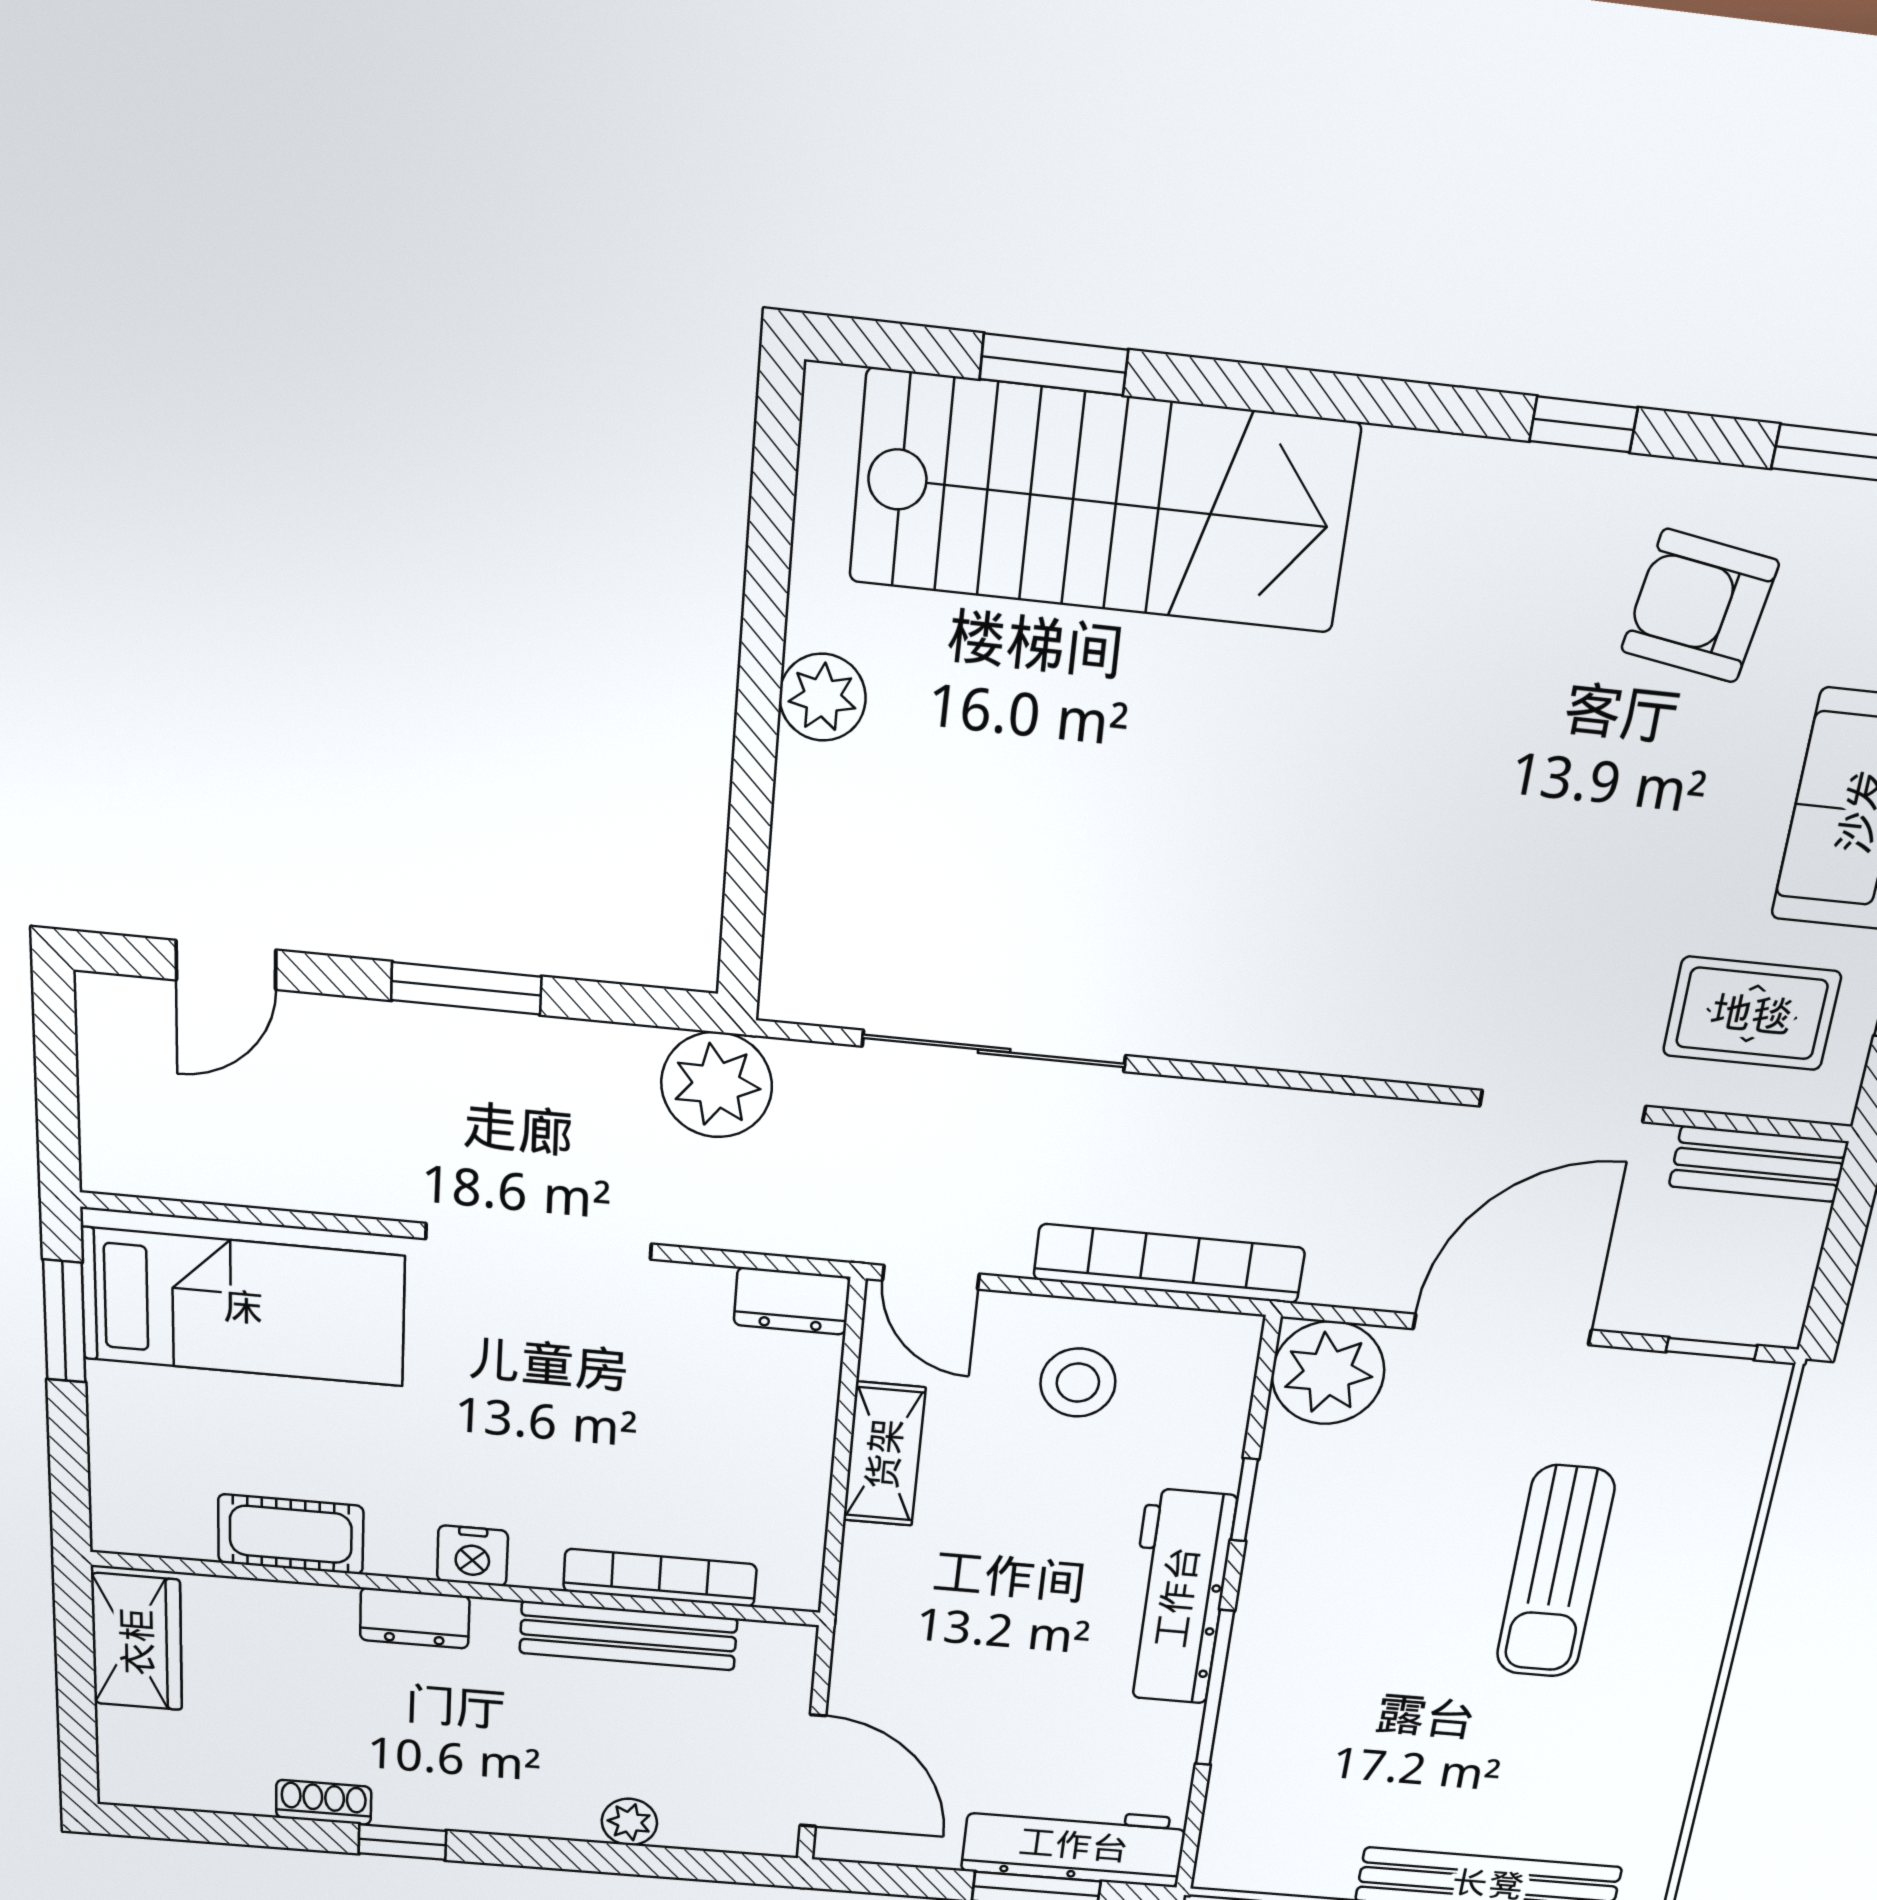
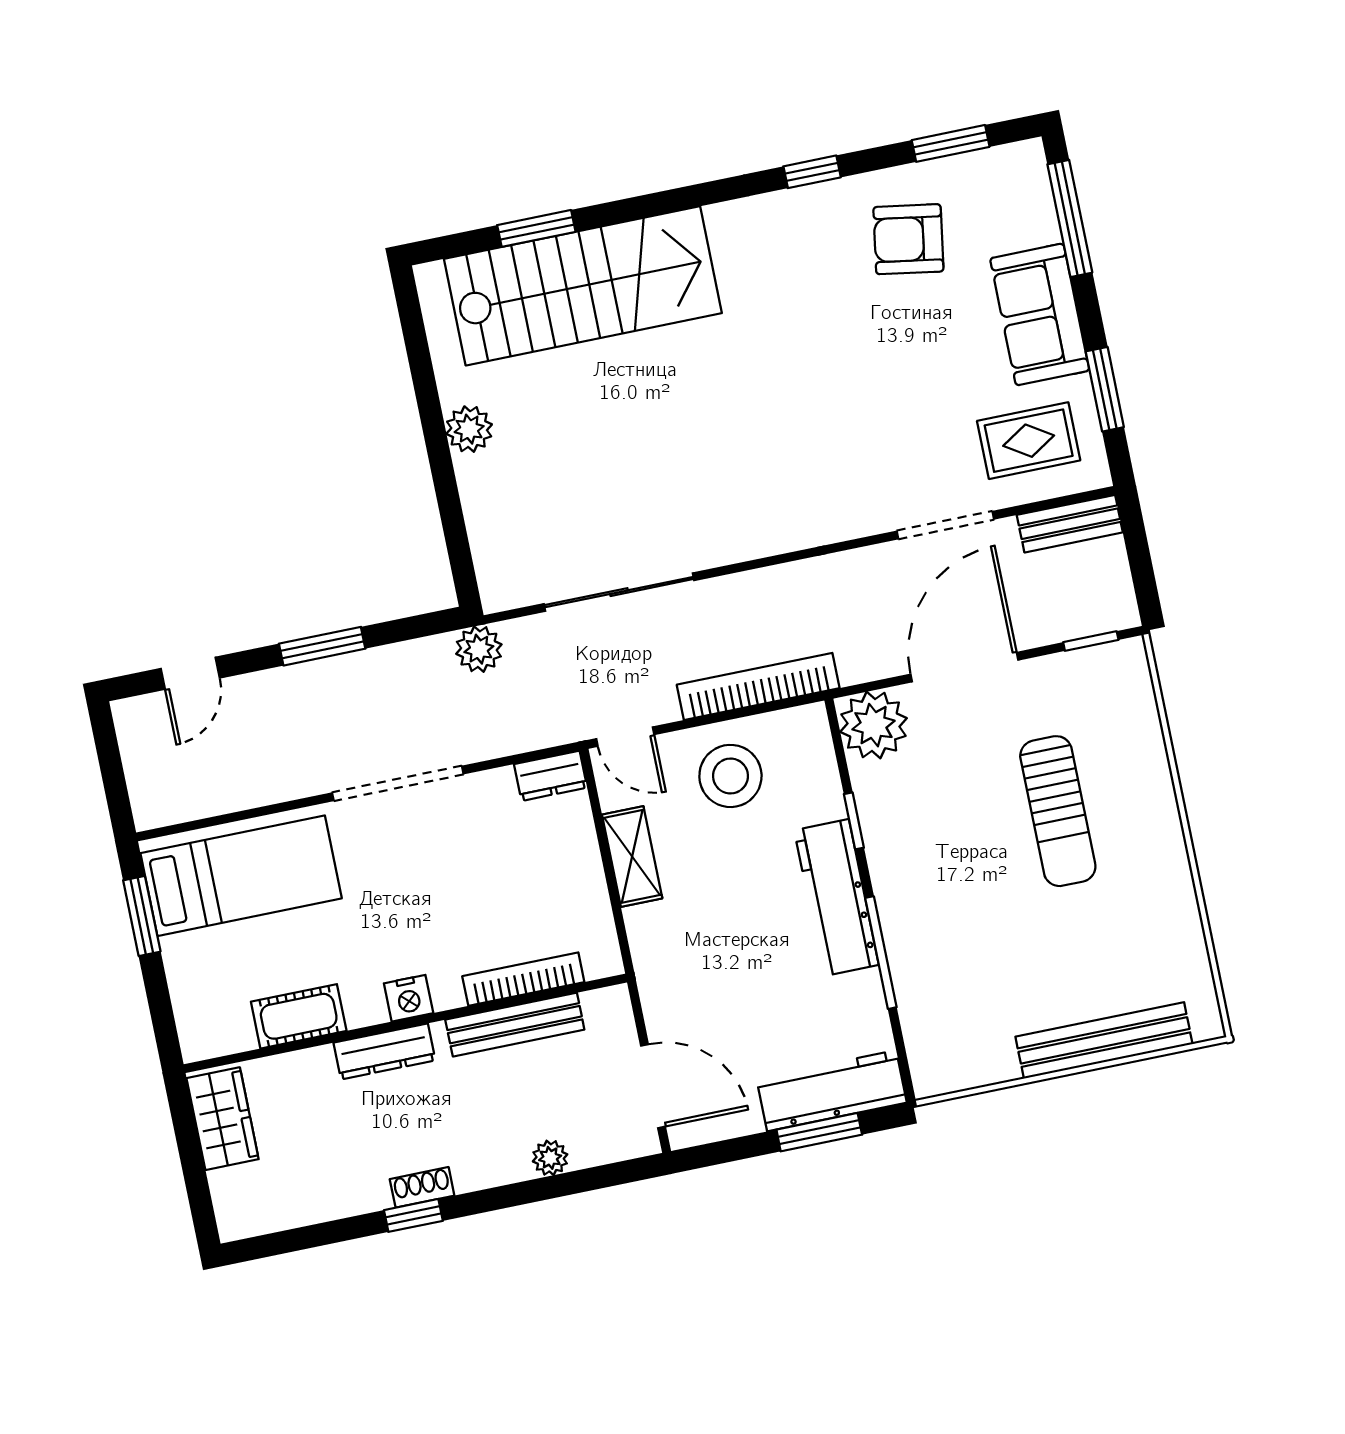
plant: (717, 1085) -> (479, 649), width x0.73, depth x0.73
stool: (1078, 1383) -> (730, 776), width x1.38, depth x1.38
dresser: (415, 1618) -> (384, 1051), width x1.44
shoe rack: (324, 1802) -> (422, 1187), moved

